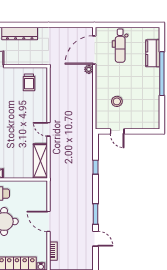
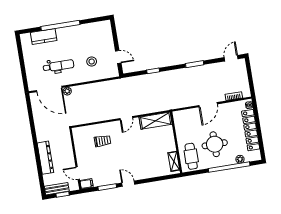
dental chair: (120, 46) -> (59, 66), moved
trolley: (29, 82) -> (102, 141), moved
door: (117, 131) -> (118, 57), hinge flipped
door: (95, 239) -> (231, 58), moved

